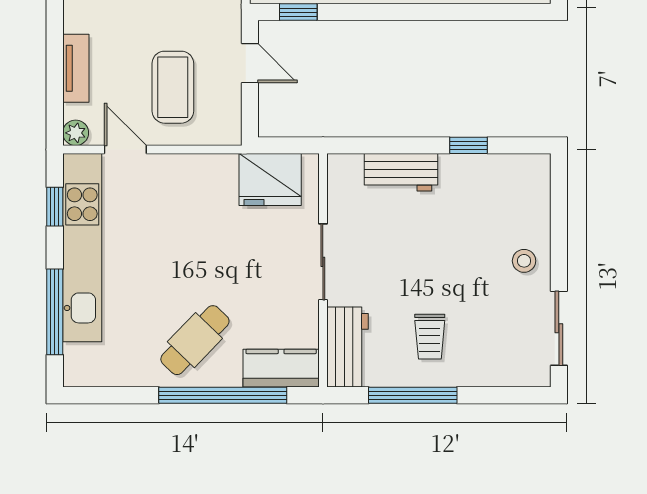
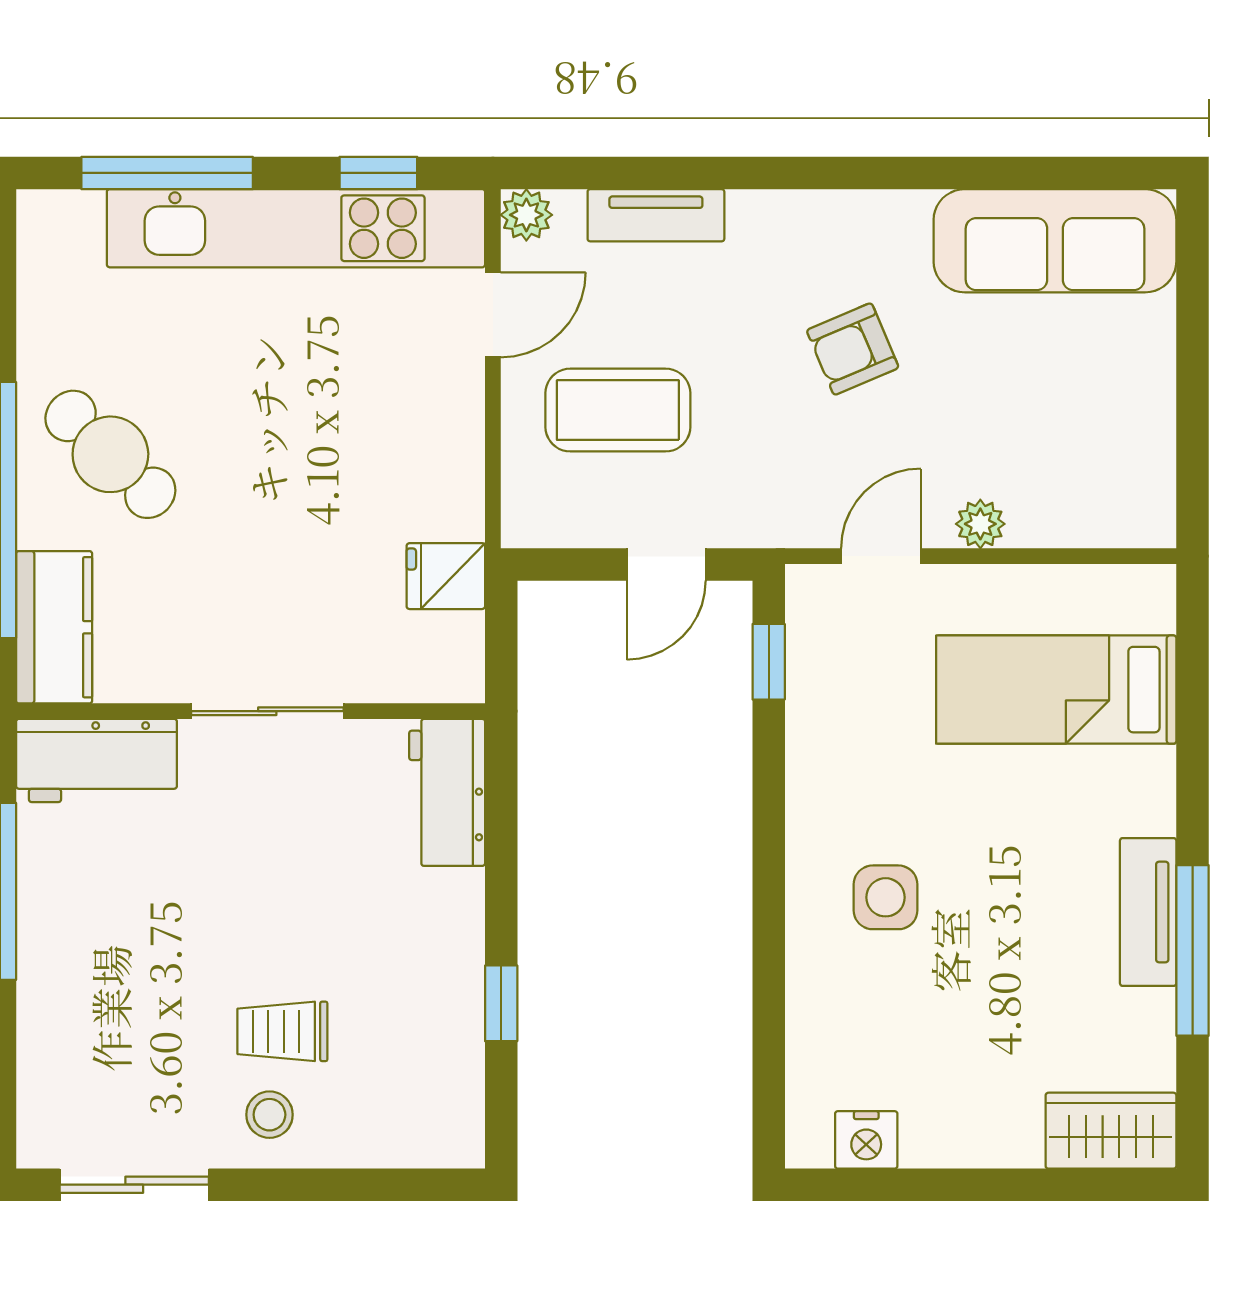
workbench: (401, 172) -> (447, 792), moved
fridge: (270, 180) -> (446, 576), width x0.53, depth x0.75
trolley: (430, 337) -> (282, 1031), moved

